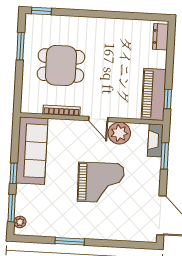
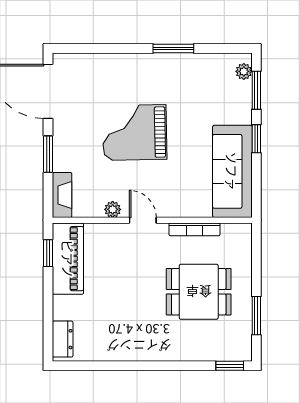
plant: (119, 133) -> (113, 209), width x0.53, depth x0.53
window: (165, 156) -> (48, 154), moved

